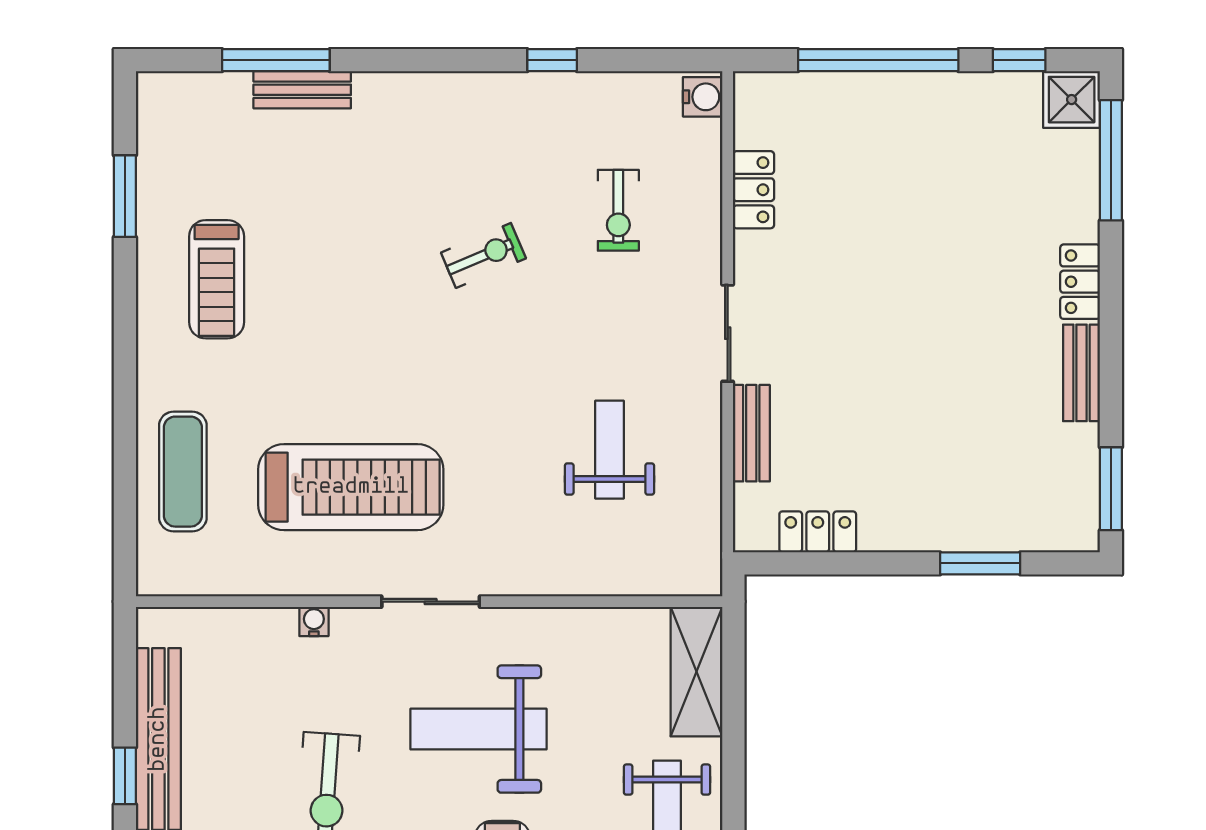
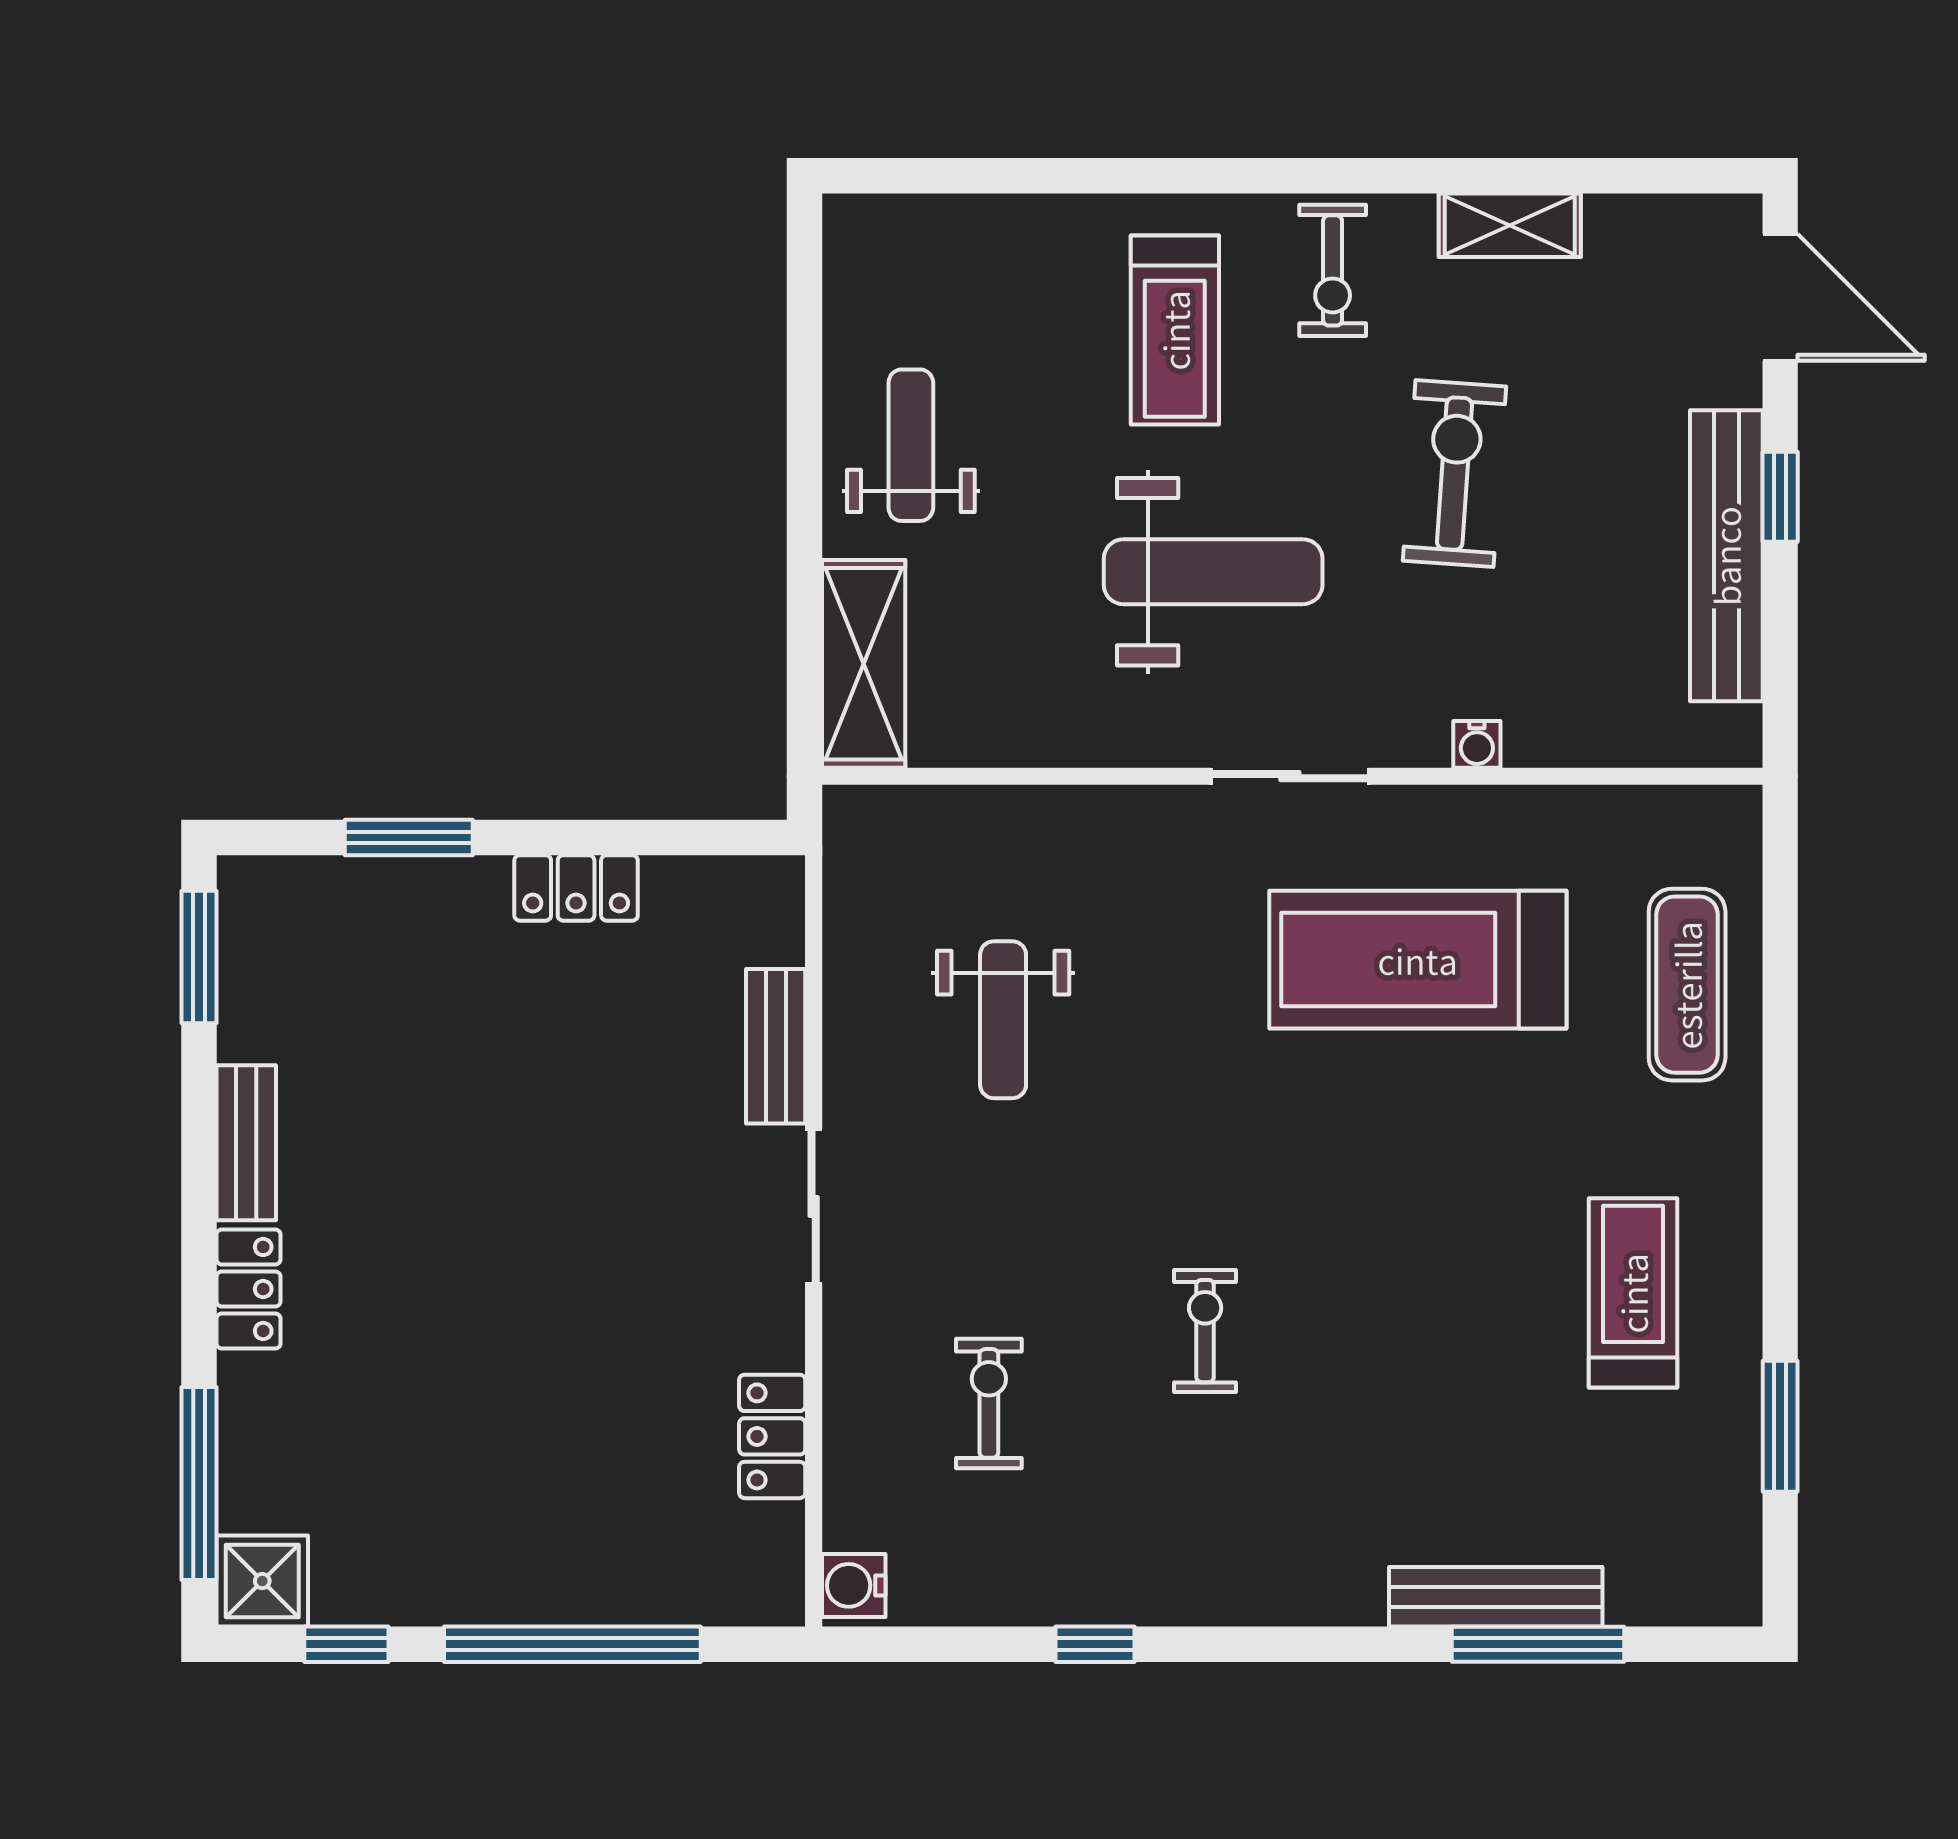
bench: (302, 90) -> (1496, 1597), width x1.36
exercise bike: (483, 255) -> (1205, 1331), turned 113
locker: (818, 532) -> (576, 888), moved

